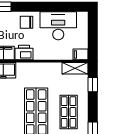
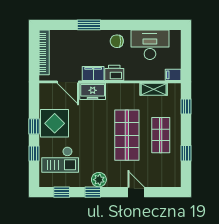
shelving: (75, 68) -> (154, 89), moved

